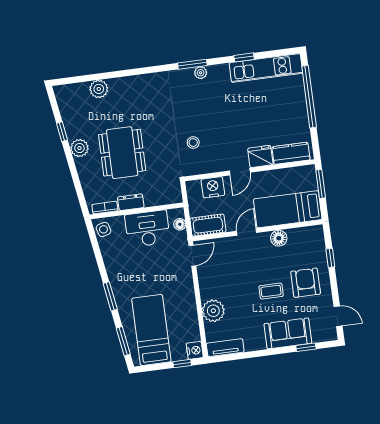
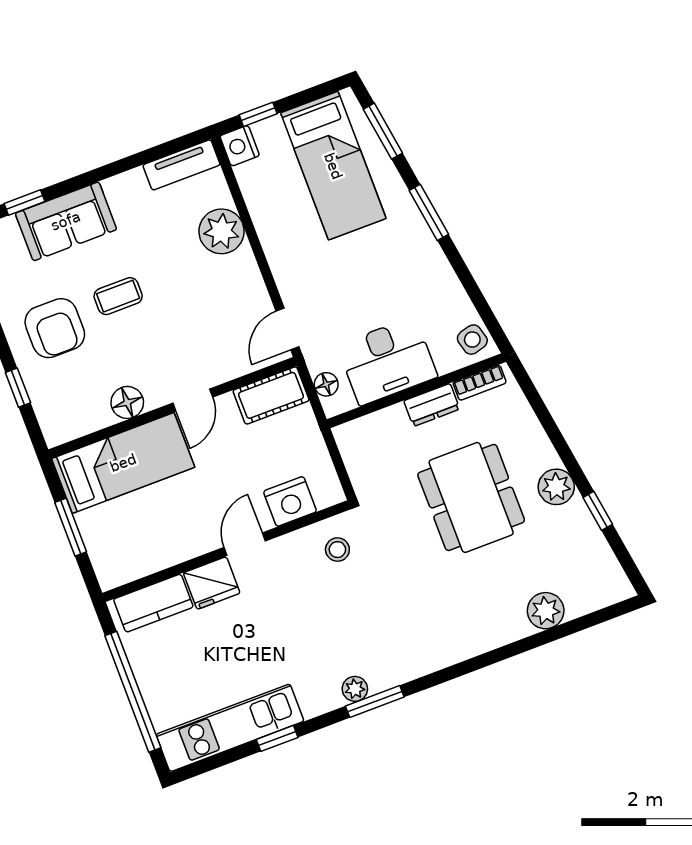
kitchen counter: (291, 153) -> (153, 603), moved
fridge: (260, 156) -> (212, 583), moved
wall: (250, 170) -> (226, 551), moved
door: (240, 172) -> (245, 544), moved
nightstand: (213, 187) -> (290, 501), moved

